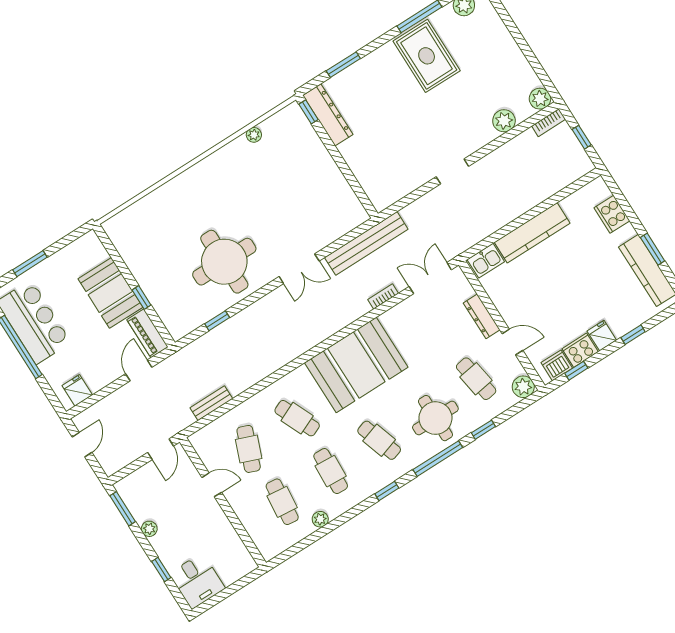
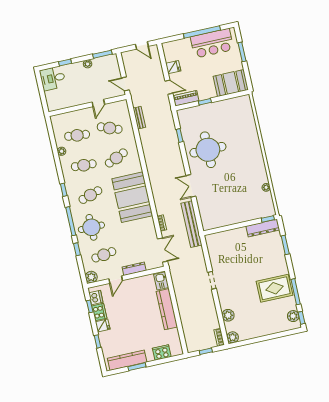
booth: (111, 293) -> (231, 83), moved
fridge: (77, 390) -> (173, 67), moved

